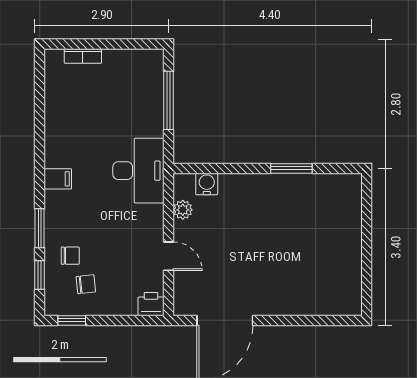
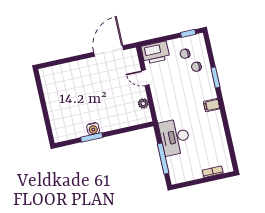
desk: (138, 171) -> (175, 137), moved
water cooler: (207, 184) -> (93, 129), moved
window: (40, 275) -> (210, 53), removed
printer: (151, 304) -> (155, 53), width x1.87, depth x1.48

